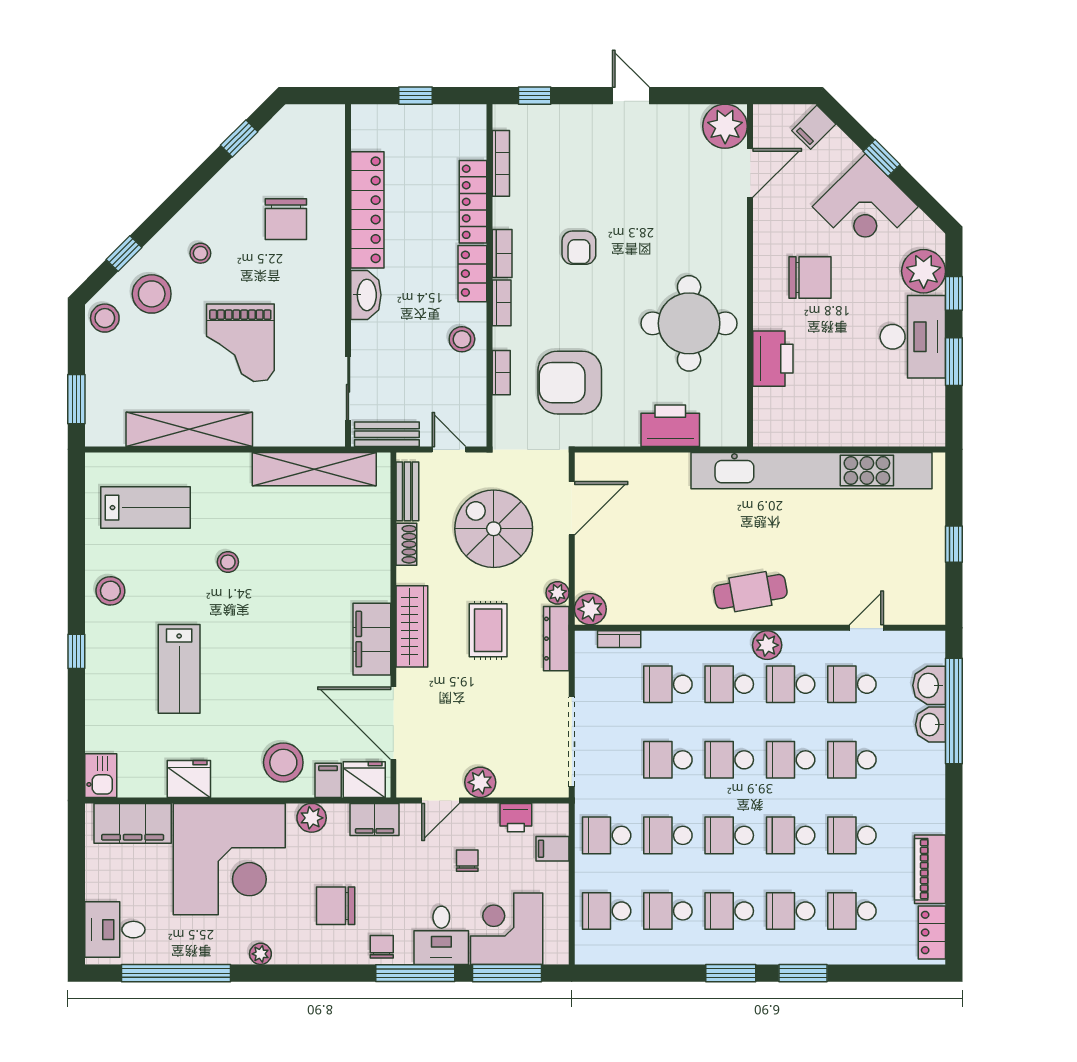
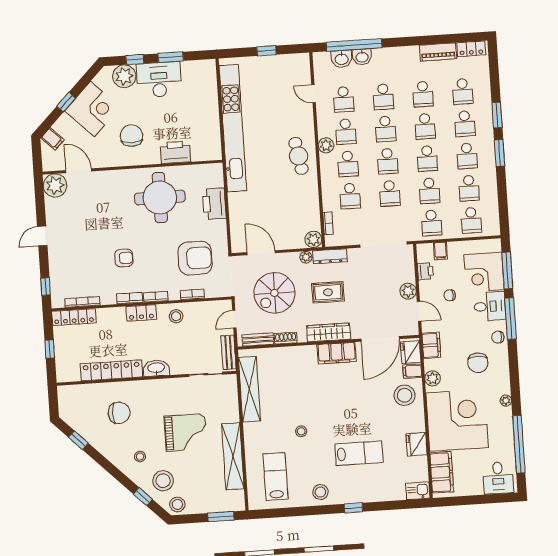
locker: (473, 202) -> (74, 317), moved
armchair: (570, 383) -> (195, 258), turned -90

